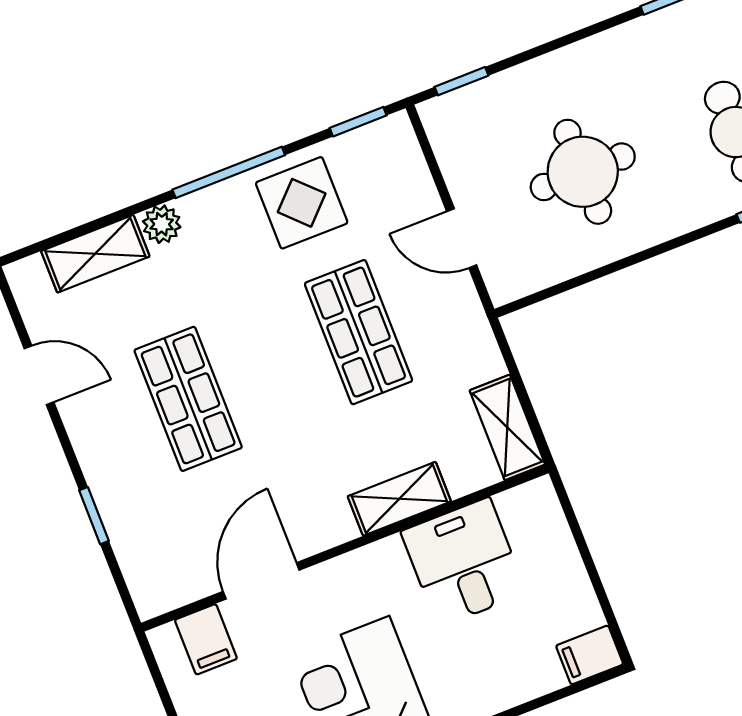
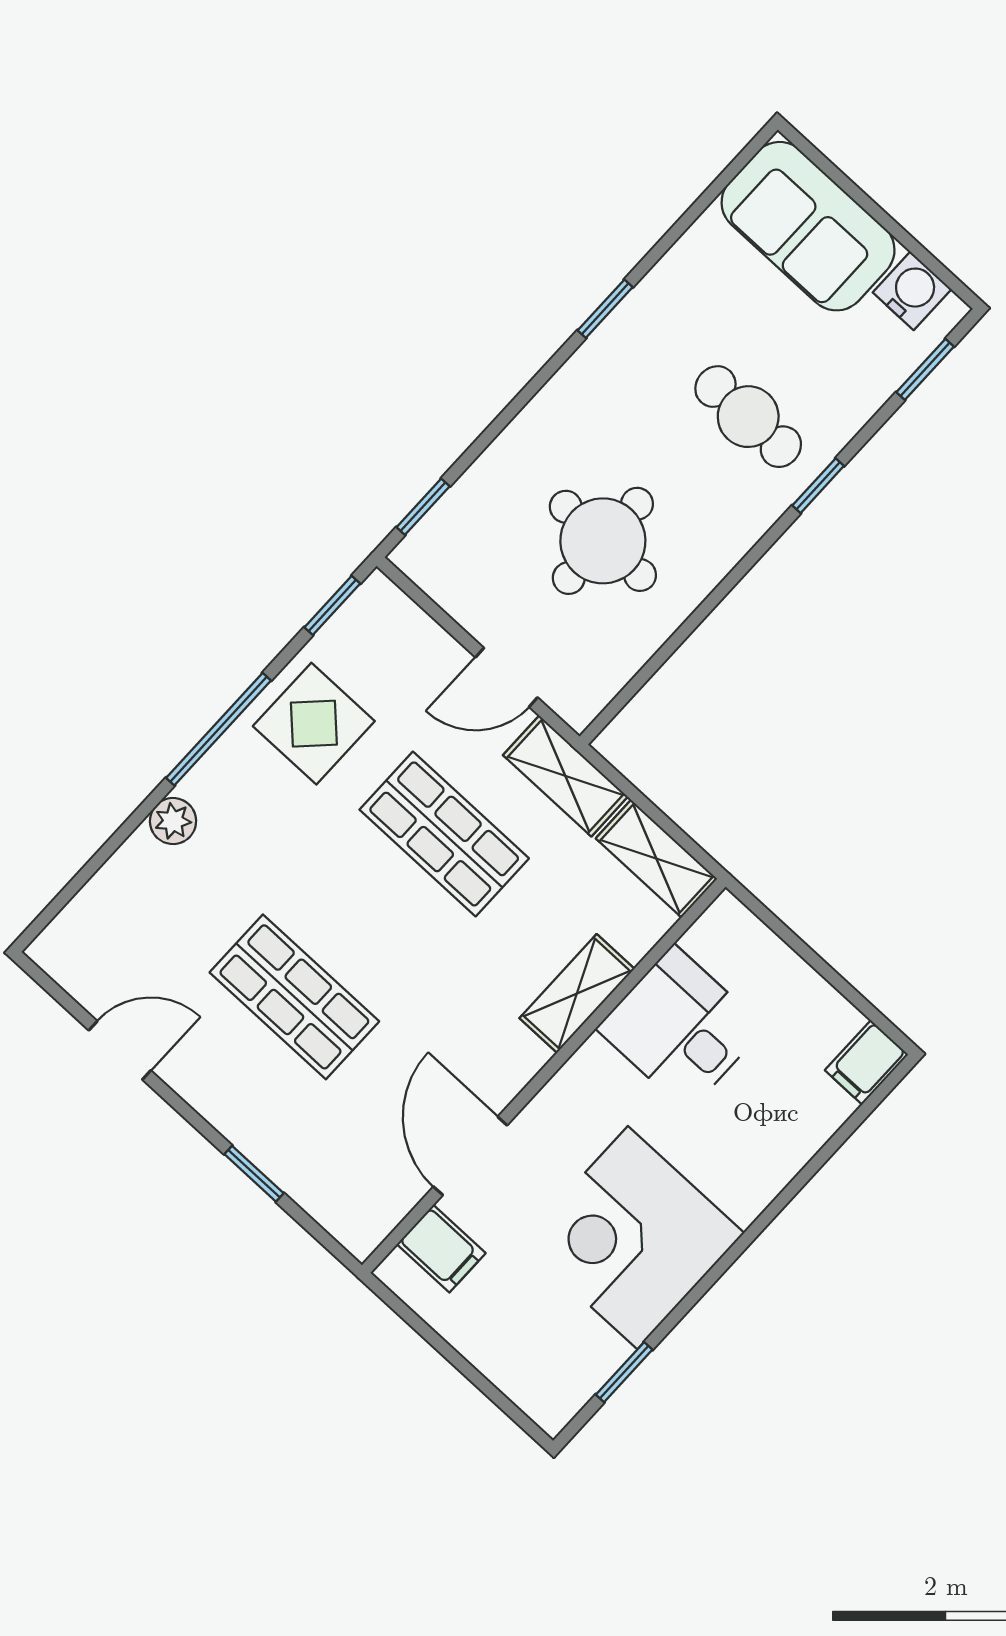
shelving: (95, 254) -> (565, 776), moved, turned 90

